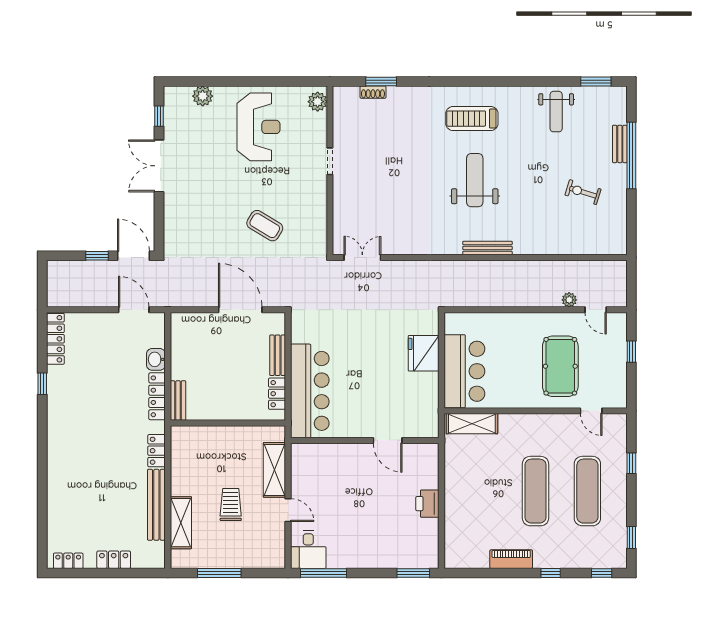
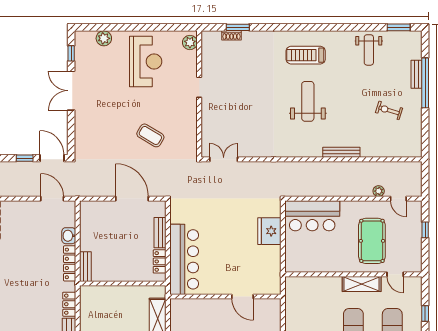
bench: (487, 248) -> (341, 152), moved
bar counter: (464, 371) -> (312, 216), moved, turned 90
shelving: (472, 424) -> (362, 284), moved

